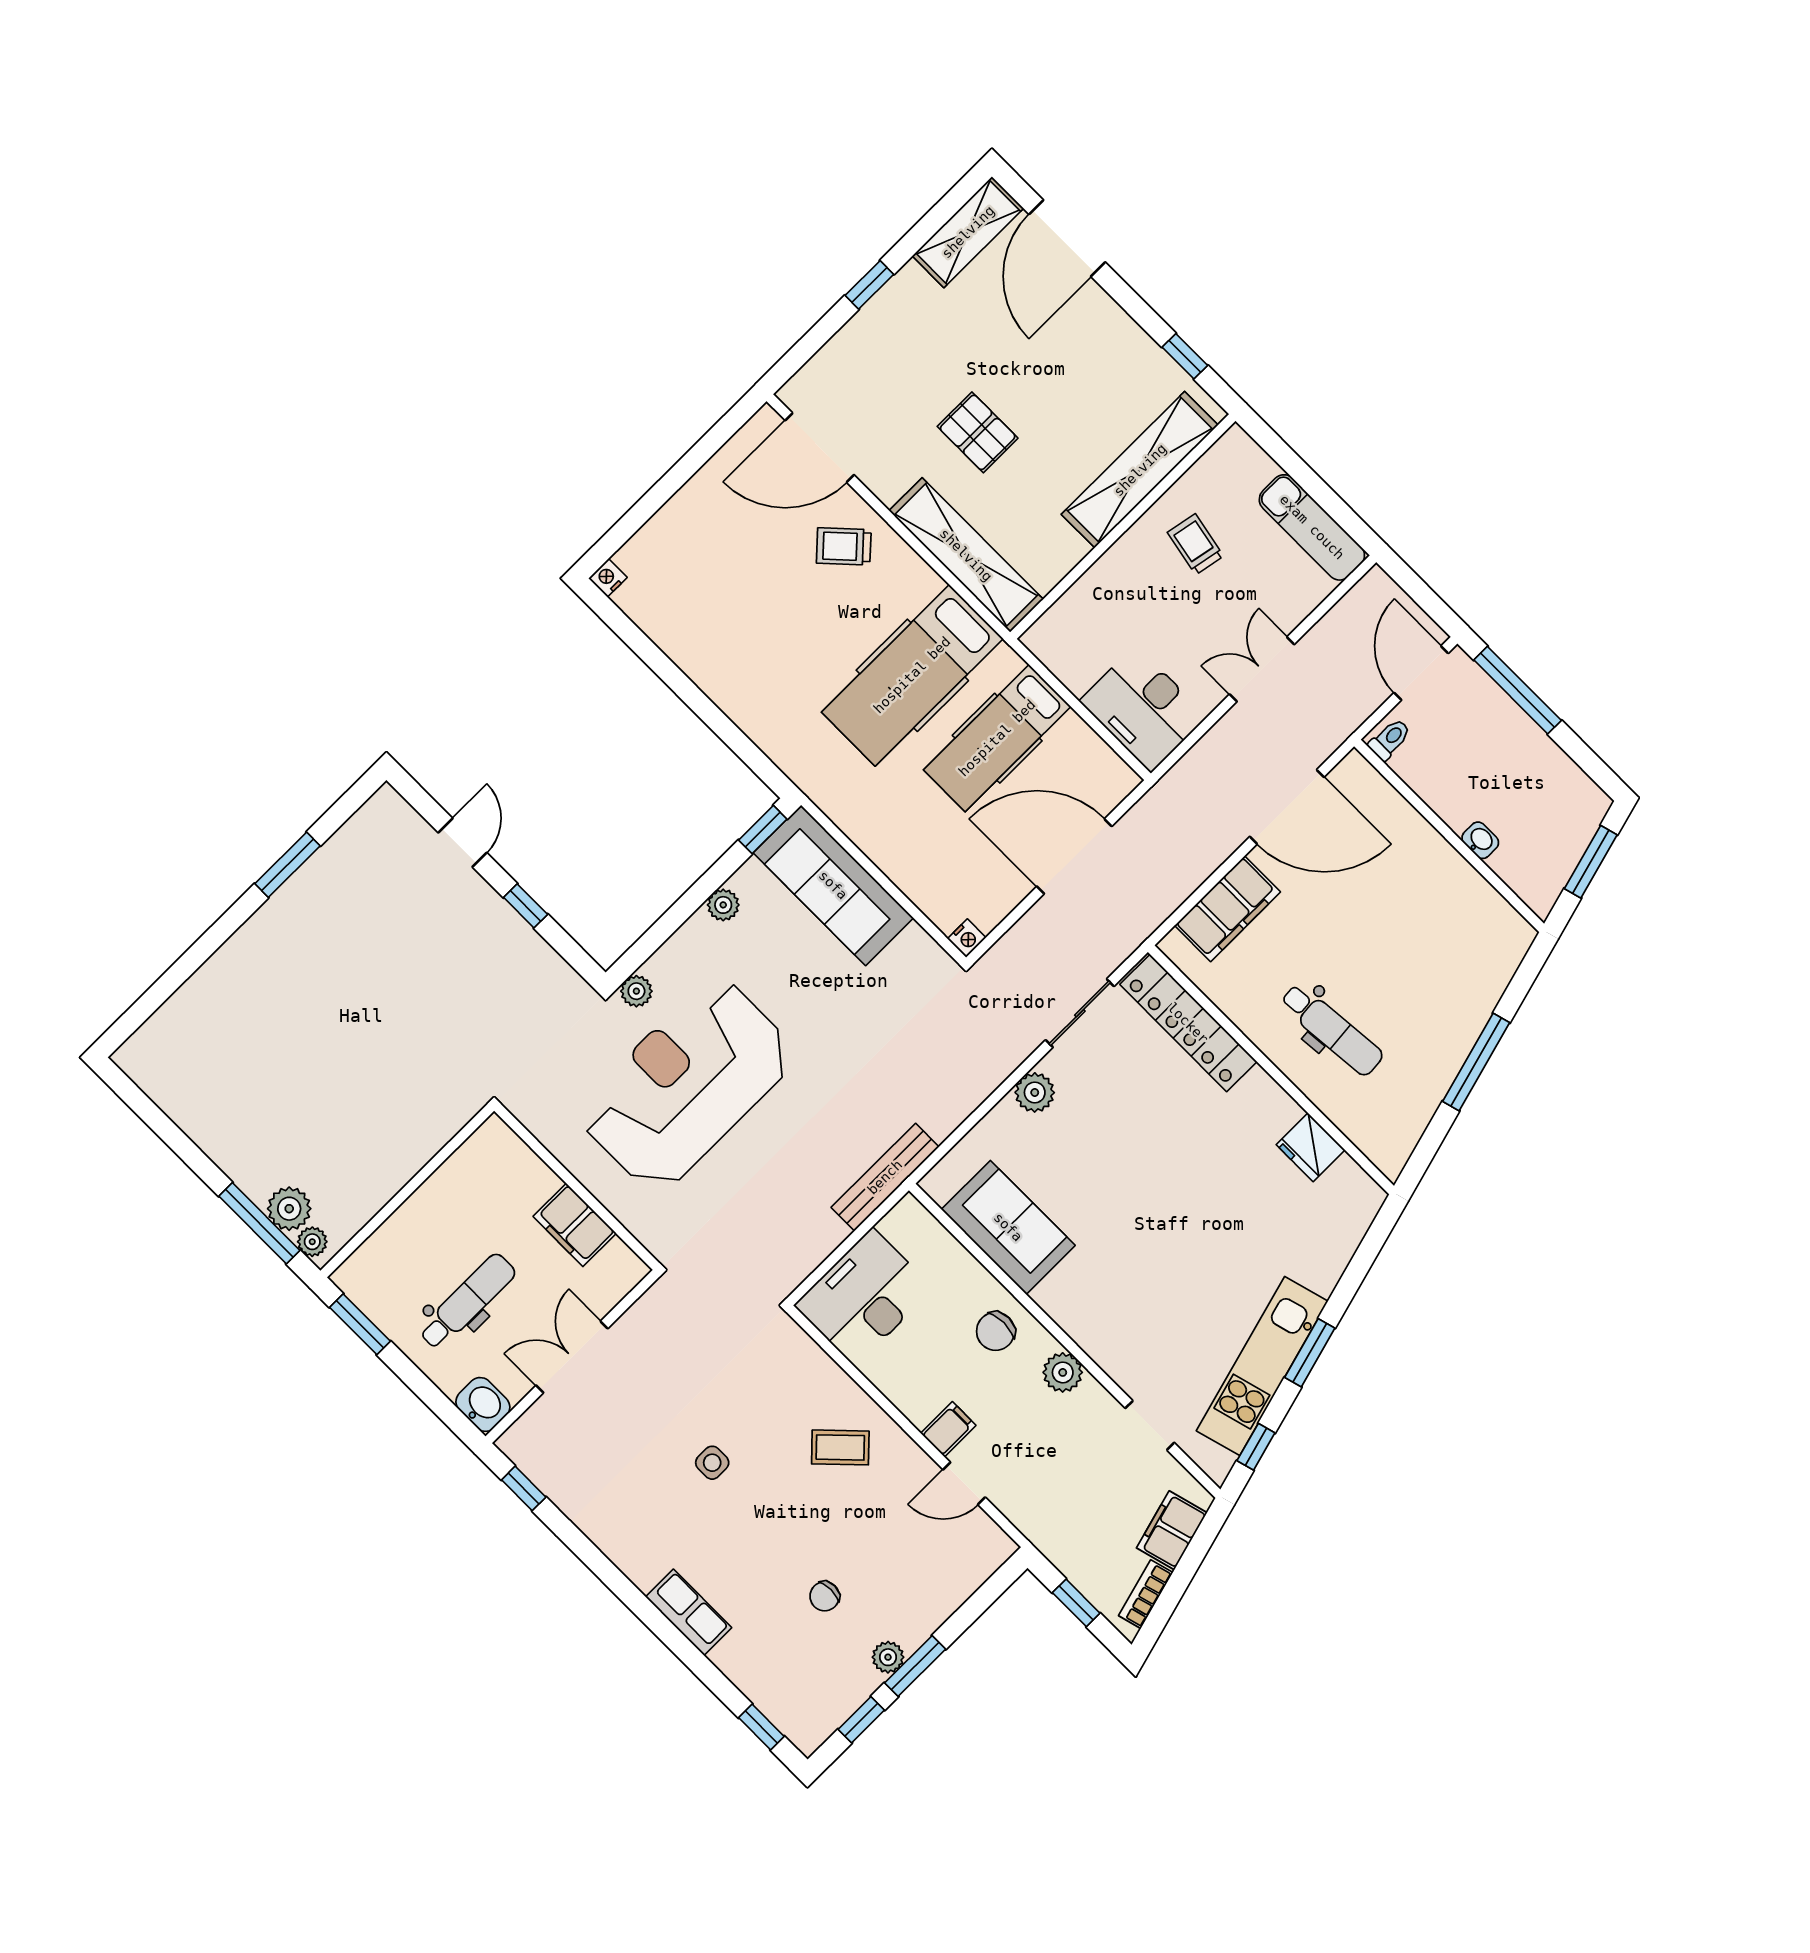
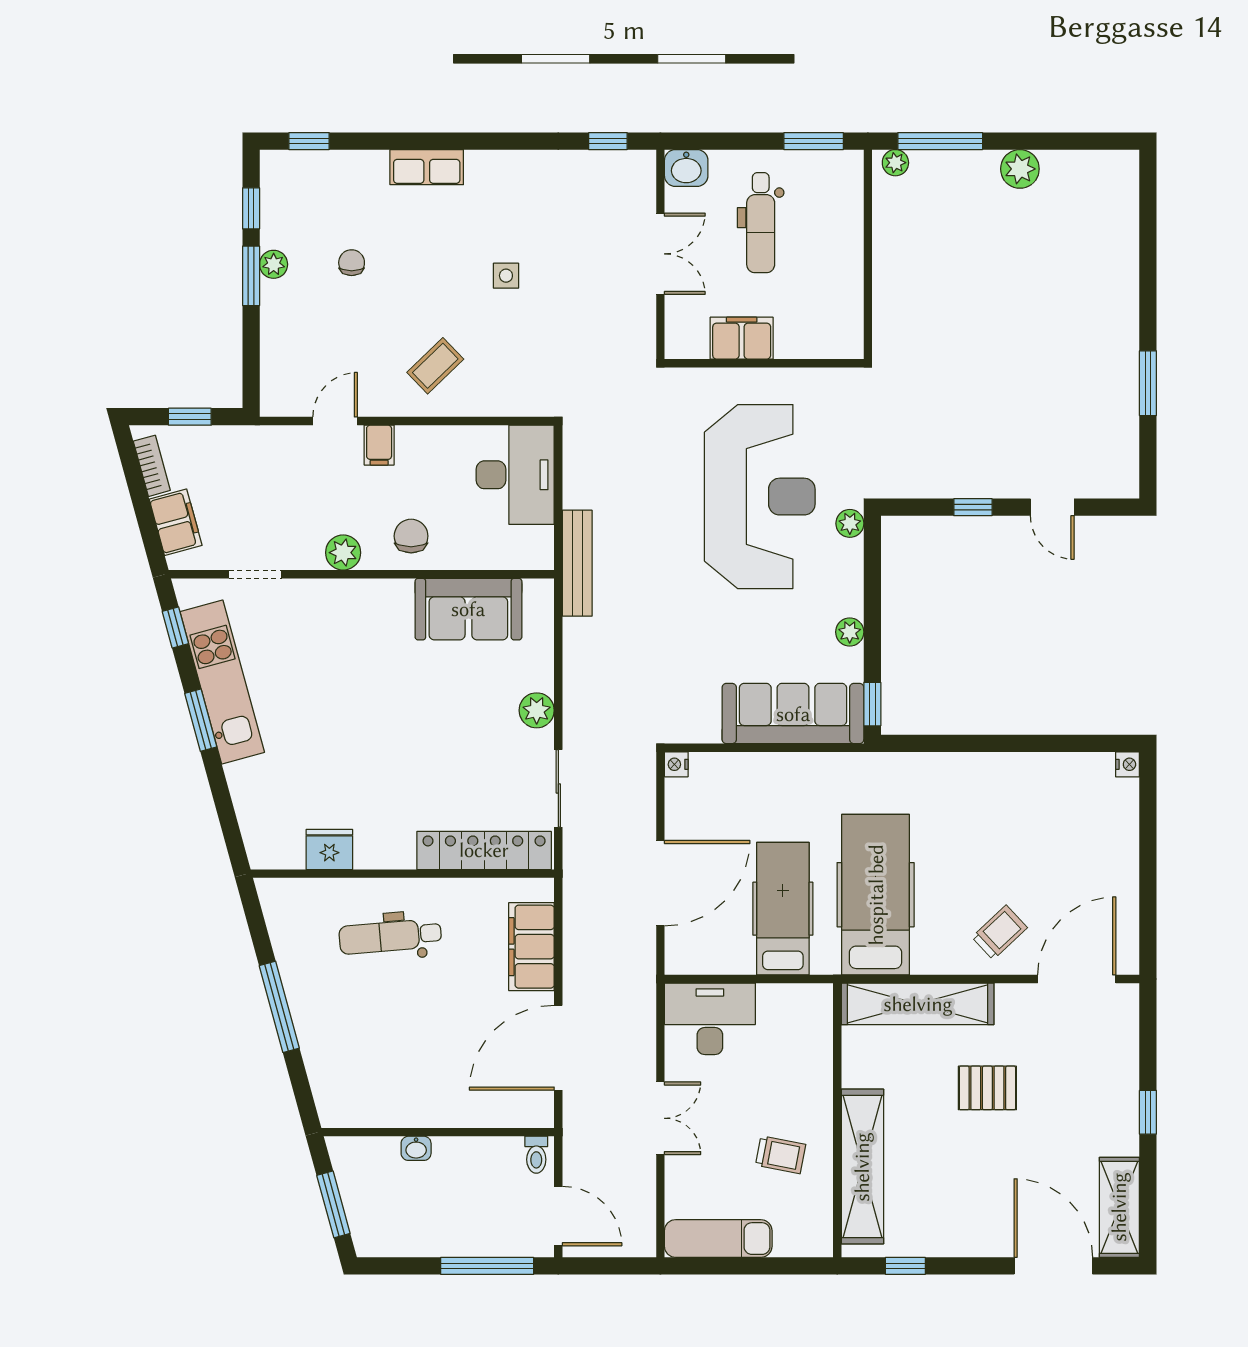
plant: (289, 1209) -> (1020, 169), moved

